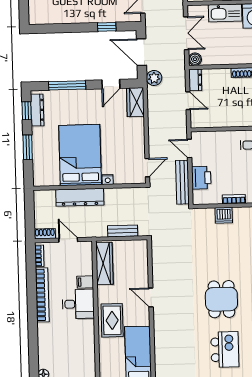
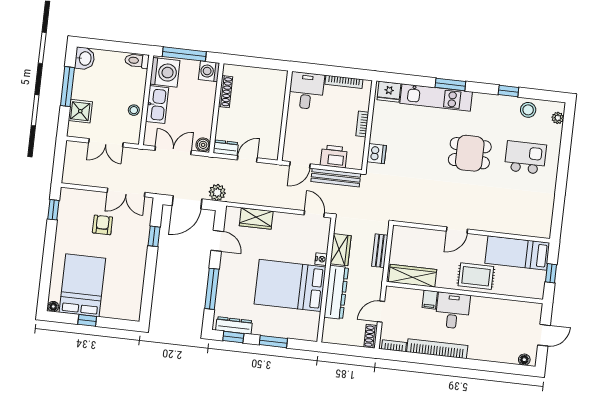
wardrobe: (135, 102) -> (256, 218), moved
wardrobe: (119, 196) -> (340, 250), added
dishwasher: (224, 215) -> (377, 154), moved

